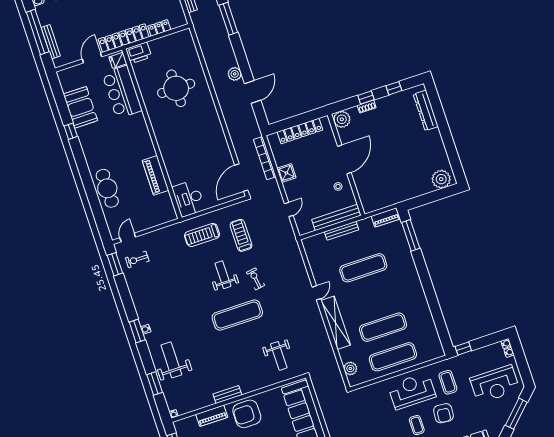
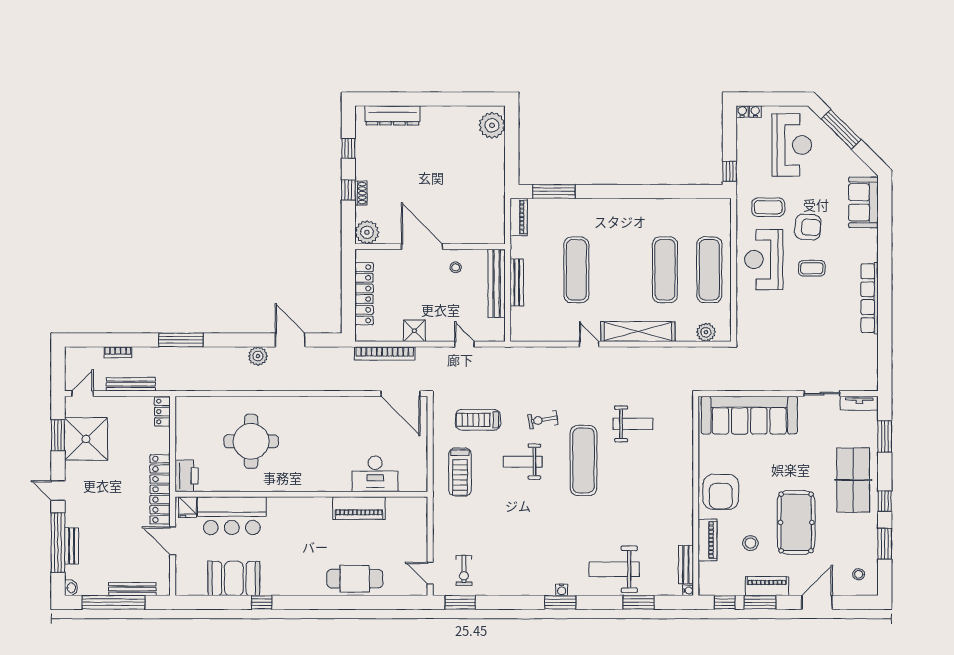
locker: (159, 28) -> (162, 412), moved
desk: (189, 198) -> (375, 474), moved
weight bench: (279, 356) -> (633, 424), moved
bench: (227, 394) -> (686, 565), moved

